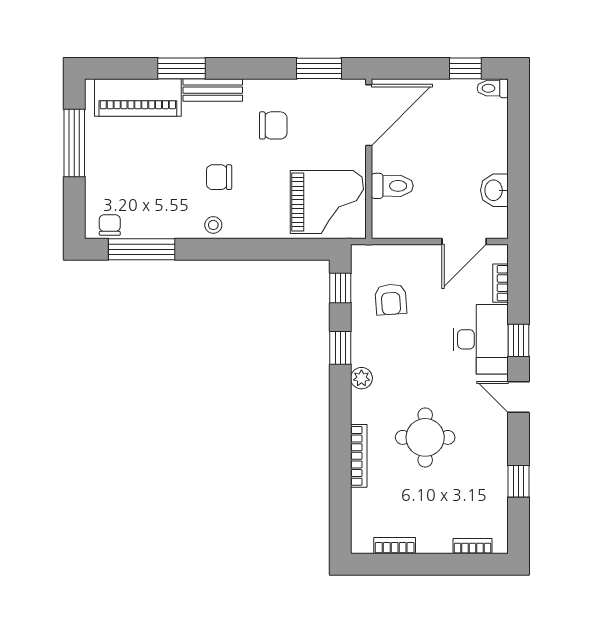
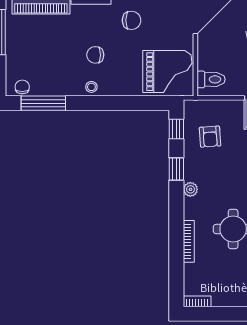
toilet: (392, 186) -> (211, 79), moved
bookcase: (395, 546) -> (197, 301), moved

